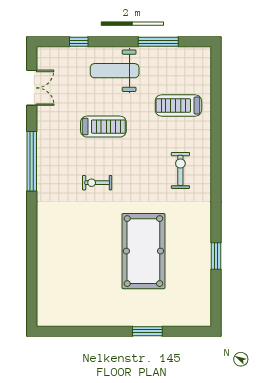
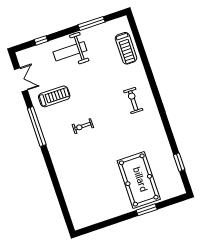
treadmill: (178, 105) -> (126, 48), moved, turned -90
treadmill: (103, 127) -> (54, 96), moved
pool table: (143, 251) -> (139, 180), moved
window: (216, 256) -> (179, 162), moved

